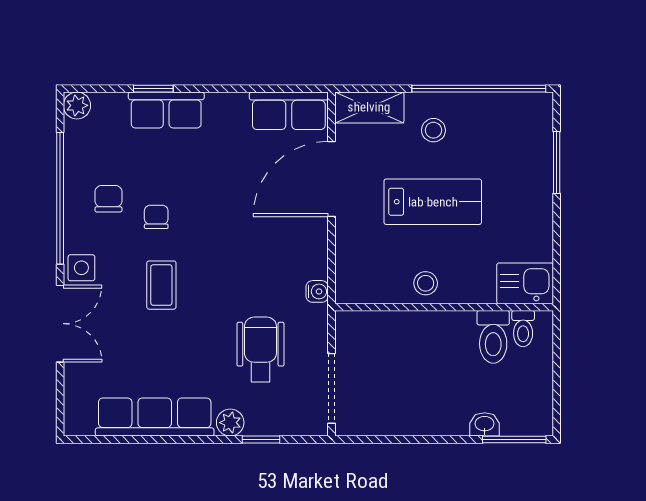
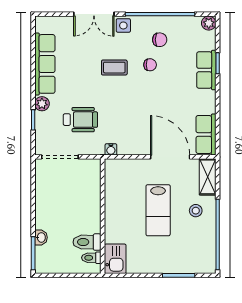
stool: (426, 283) -> (115, 206), removed

